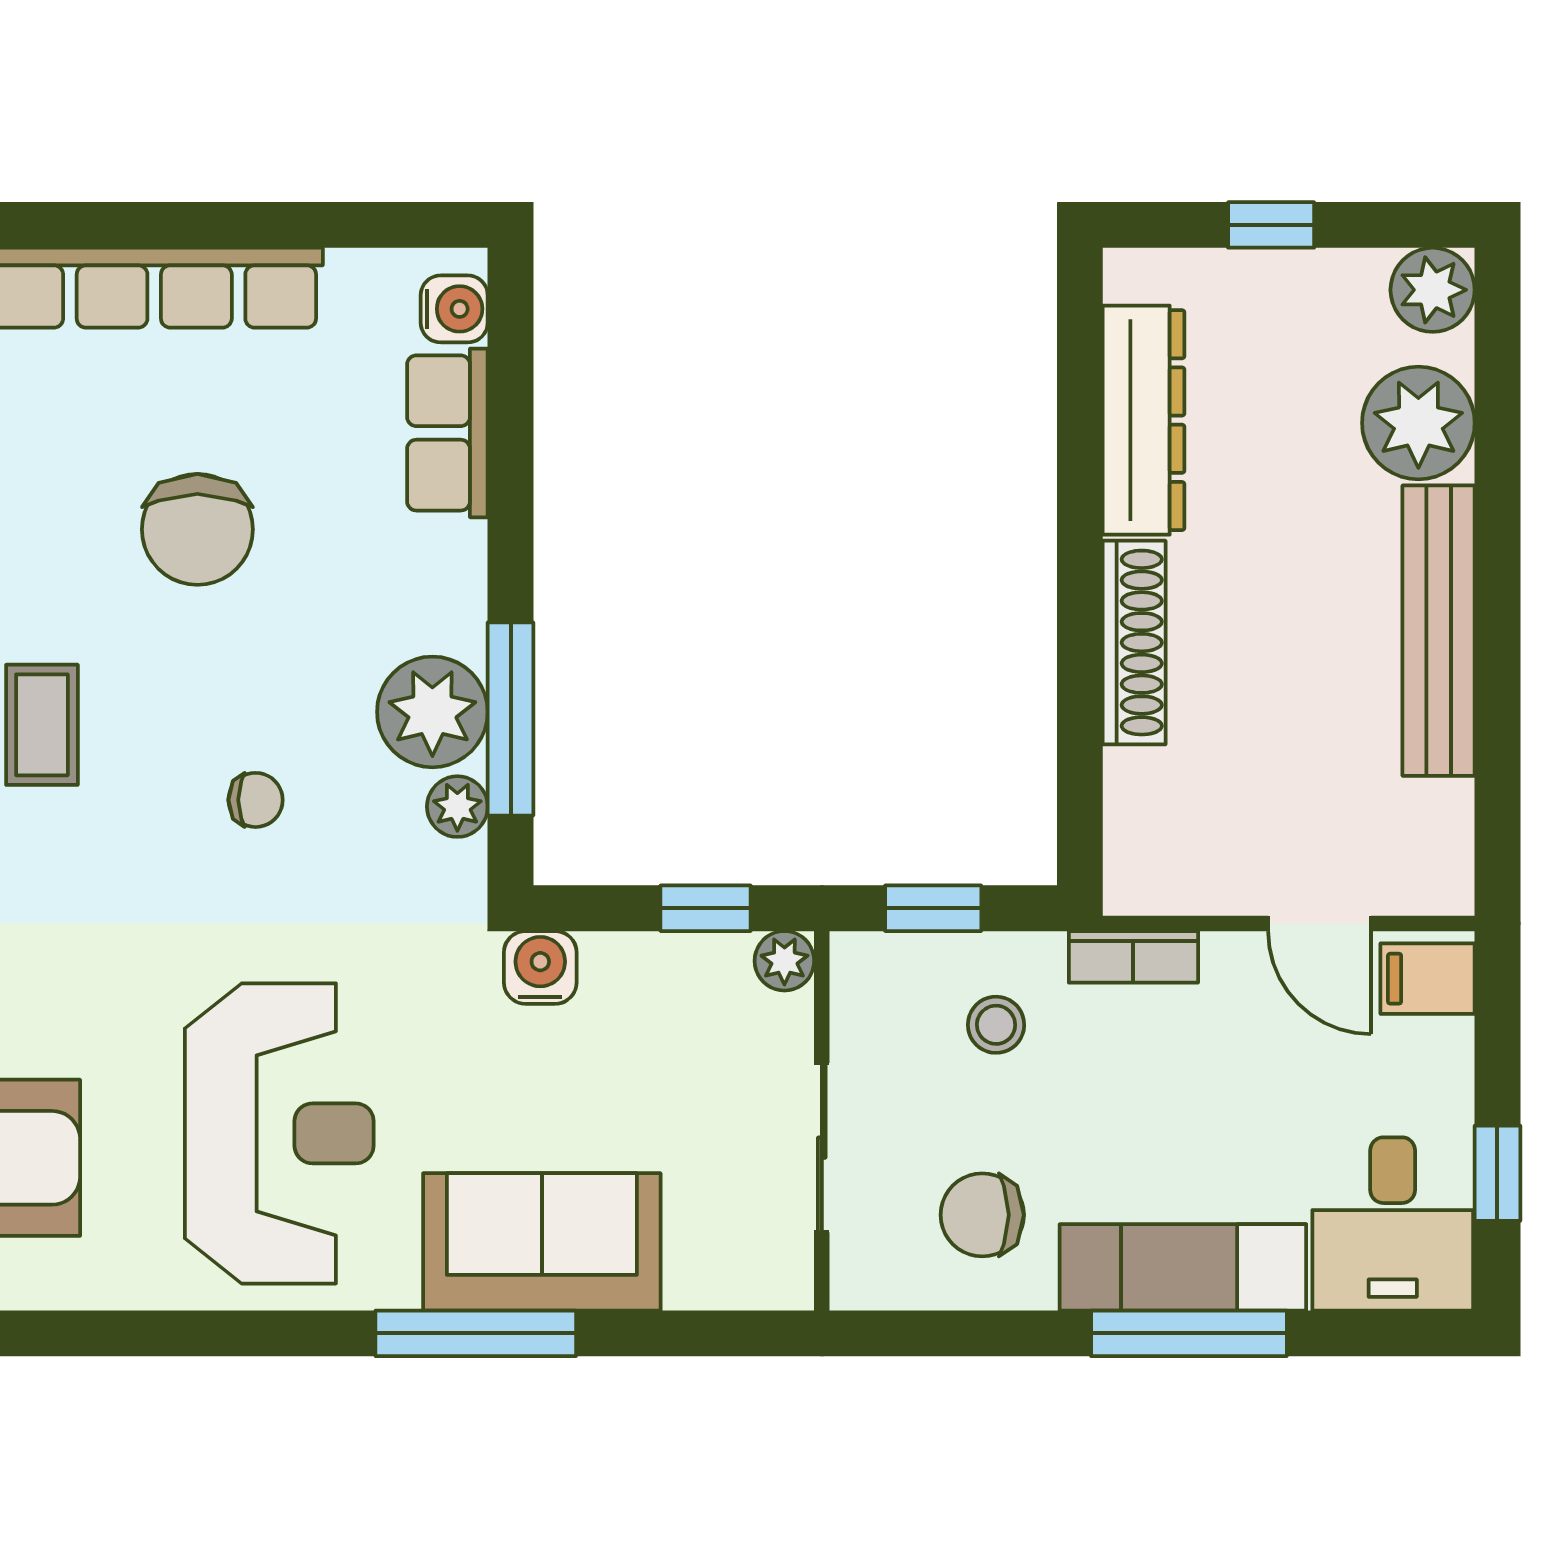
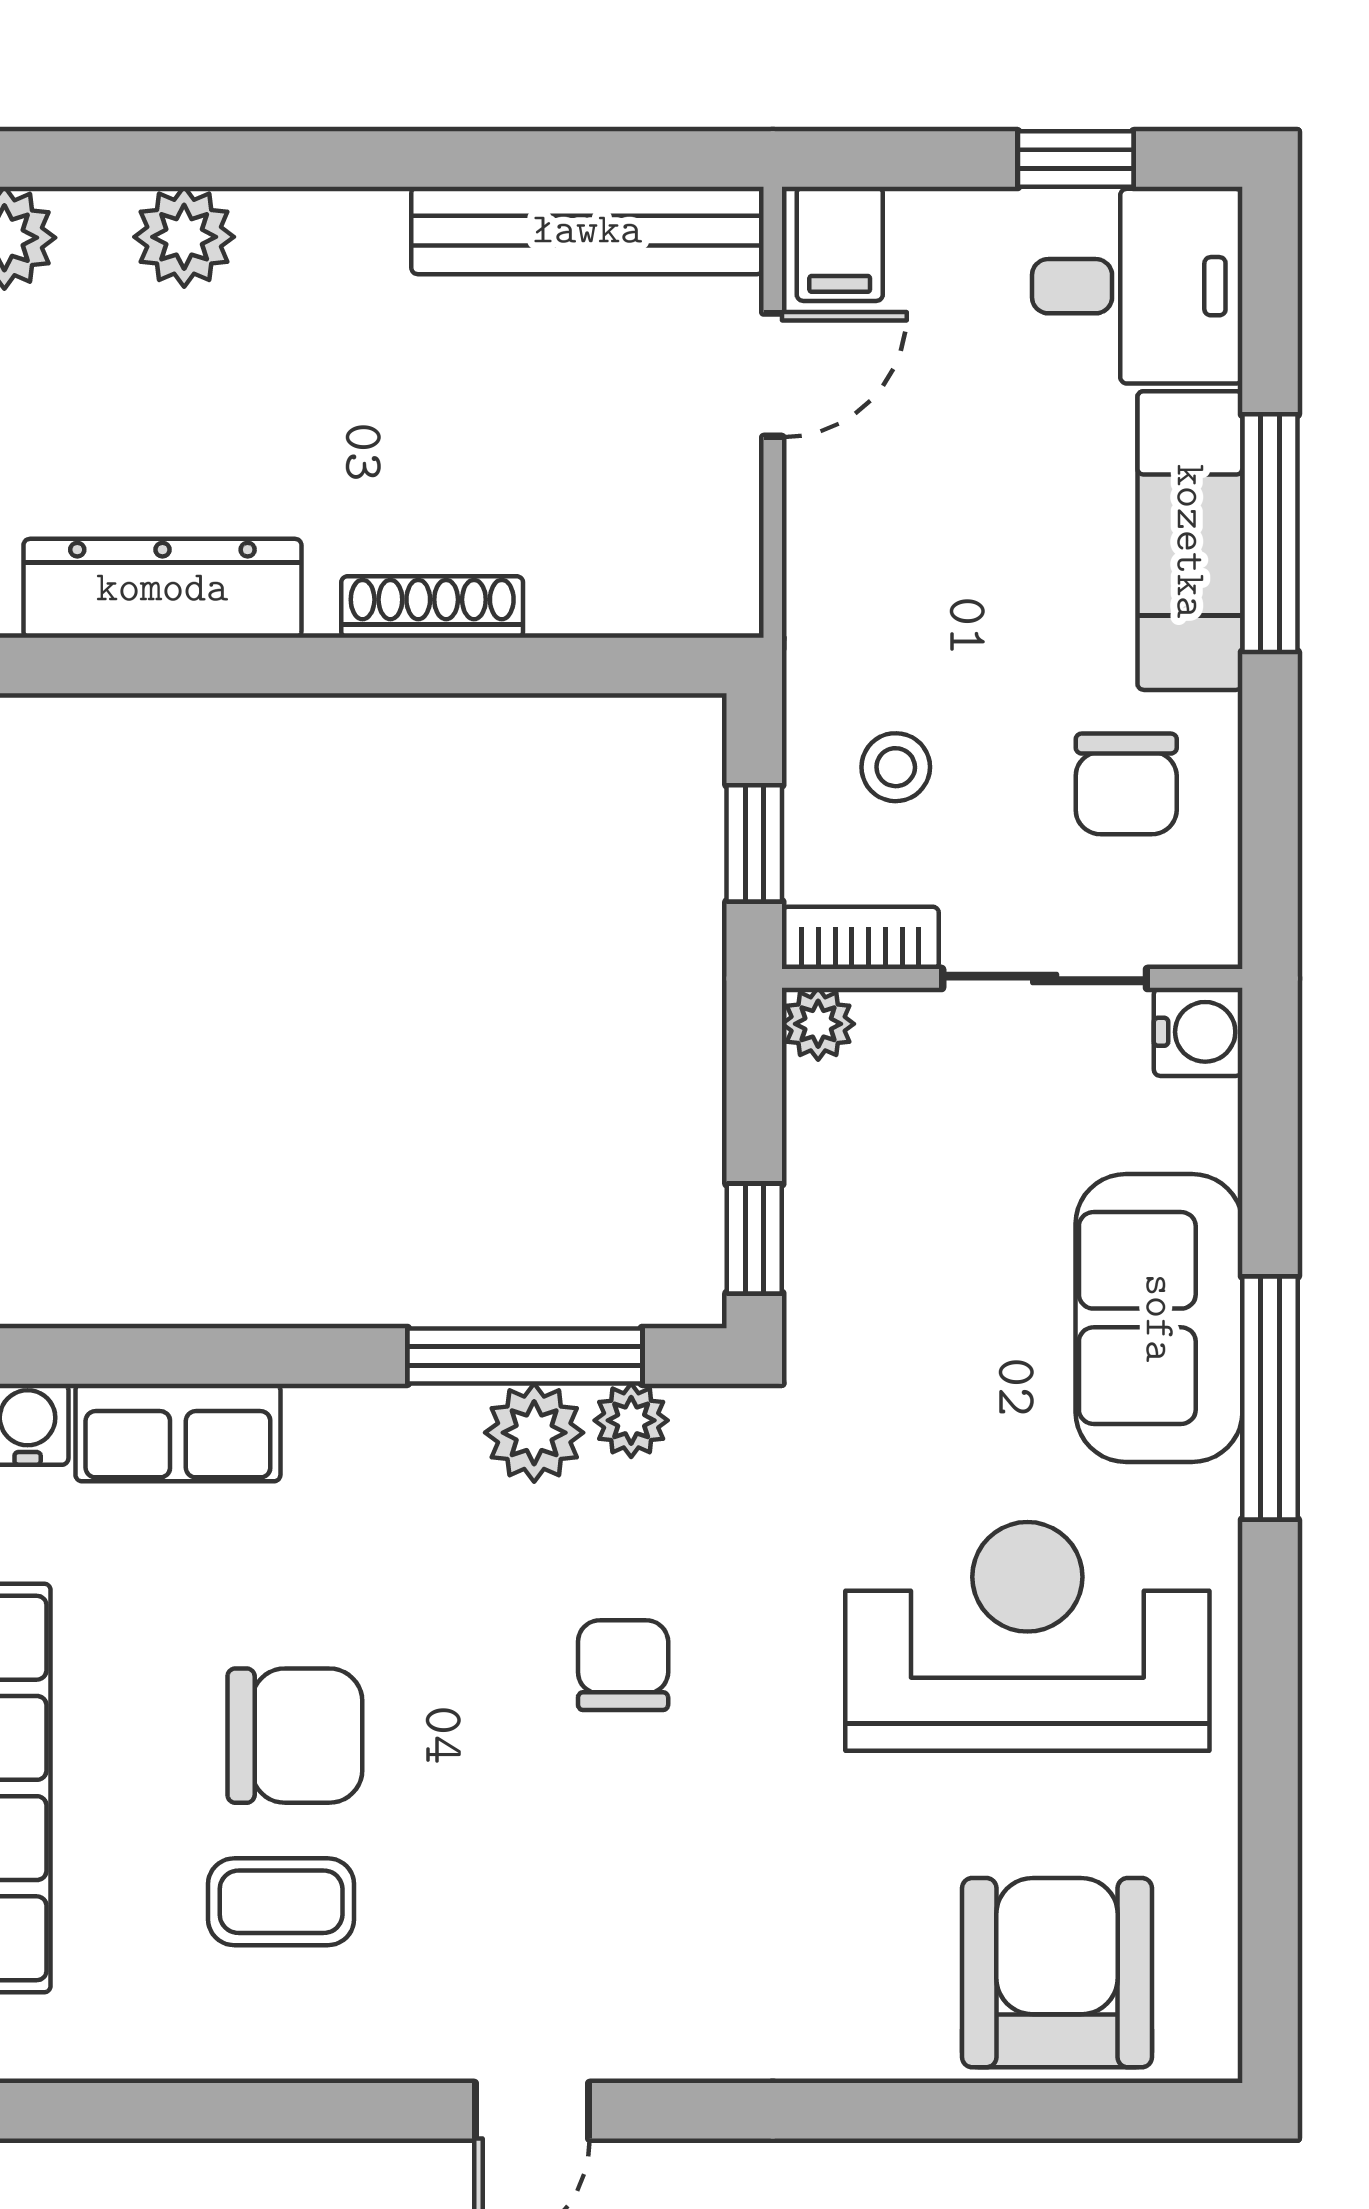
plant: (1418, 423) -> (184, 237), width x0.73, depth x0.73
bench: (1439, 631) -> (587, 230), moved
shoe rack: (1134, 643) -> (432, 607), width x0.74, depth x0.81
plant: (432, 712) -> (534, 1433), width x0.73, depth x0.73
coffee table: (42, 725) -> (281, 1902), moved
chair: (256, 800) -> (623, 1665), width x1.37, depth x1.37
window: (706, 908) -> (754, 1239), moved
bookcase: (1133, 957) -> (860, 938), moved, turned -90
water cooler: (540, 967) -> (1198, 1032), moved, turned 180

